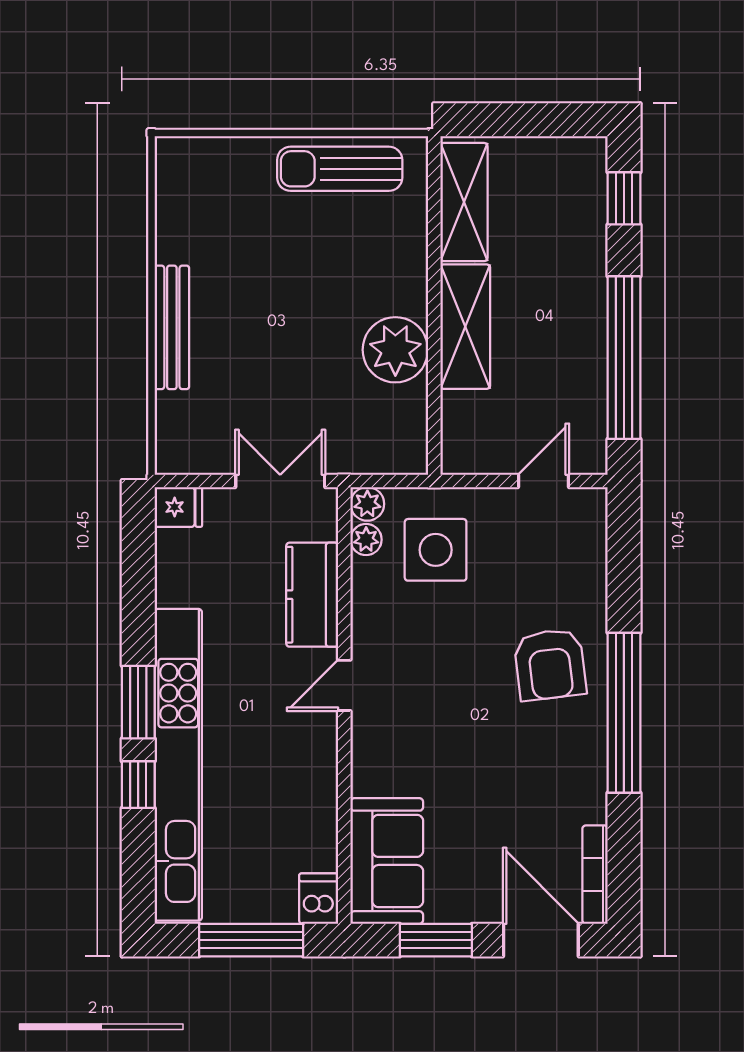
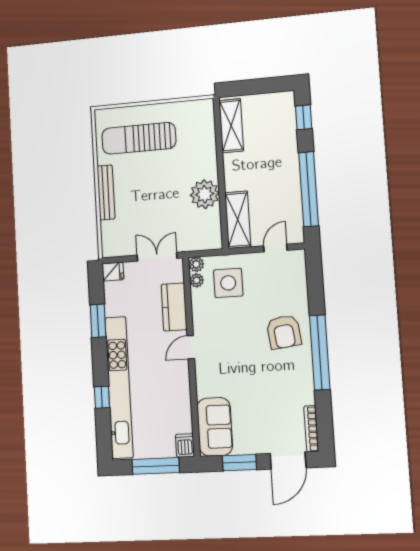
sun lounger: (340, 169) -> (139, 138), moved, width x1.36, depth x1.34
shelving: (465, 327) -> (238, 220), moved
window: (138, 702) -> (98, 321), moved
door: (541, 940) -> (288, 461), swing flipped

